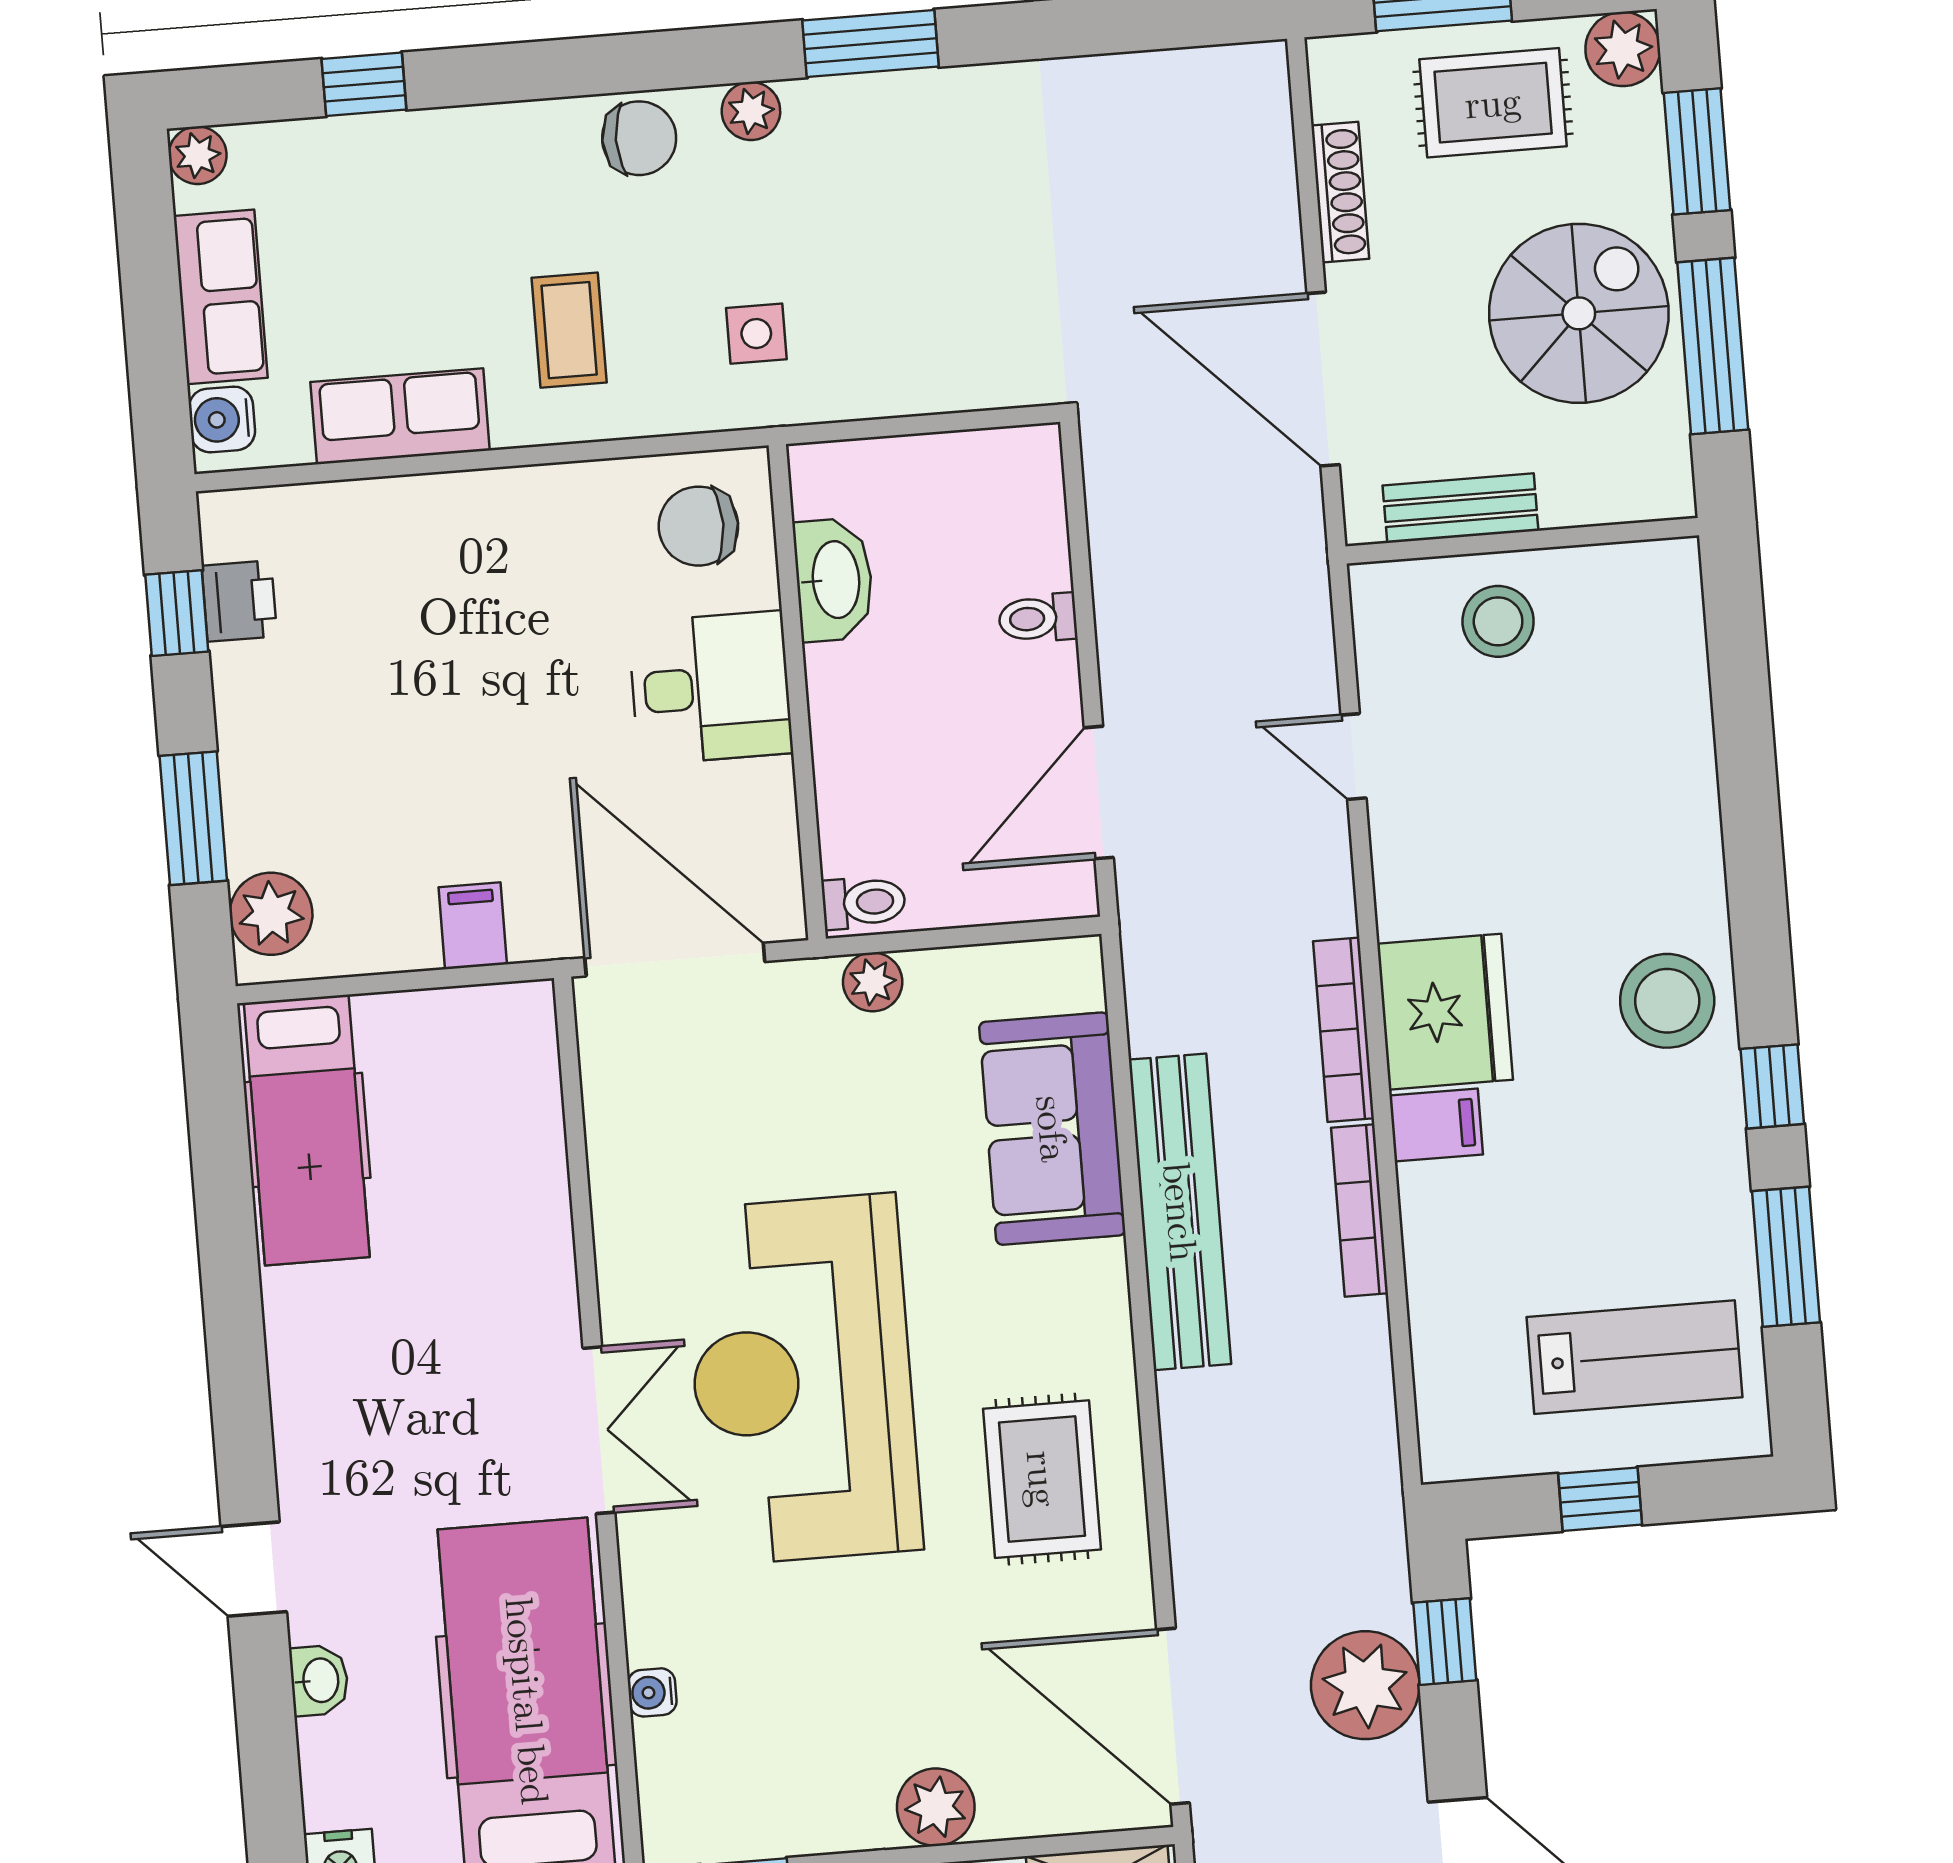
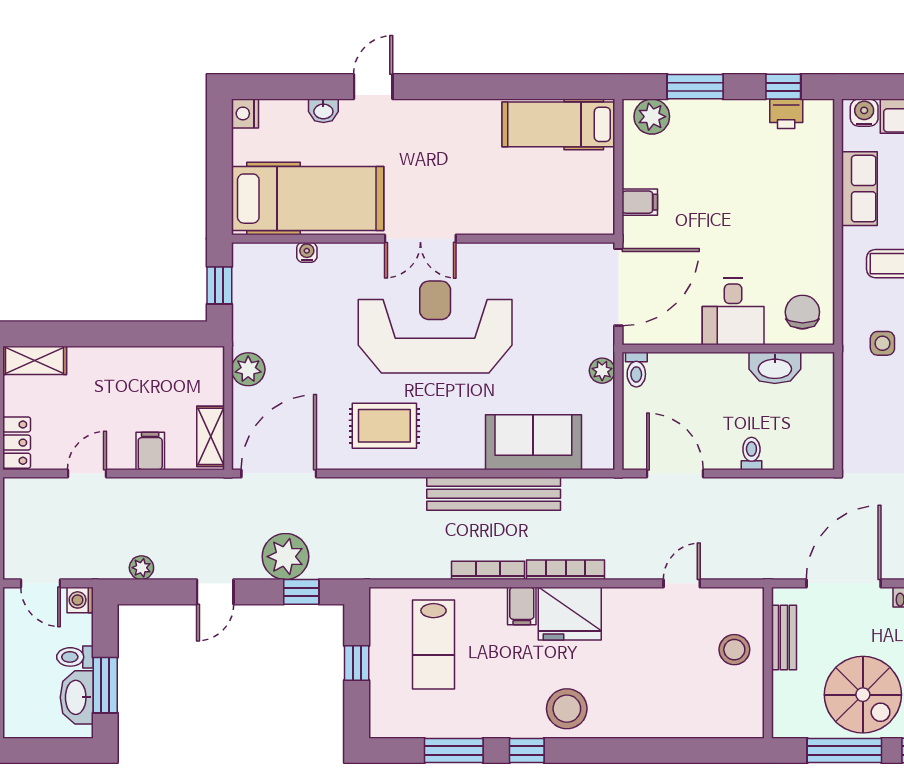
lab bench: (1635, 1357) -> (433, 645), moved

